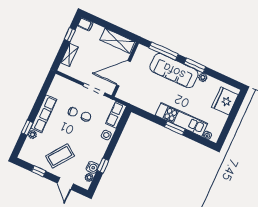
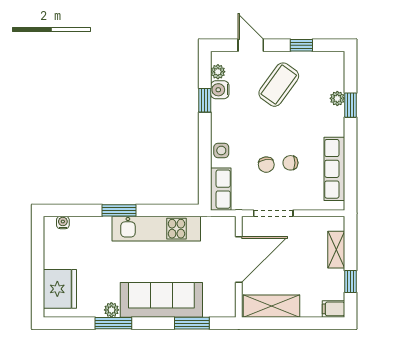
window: (164, 51) -> (192, 323), width x0.69
window: (195, 65) -> (113, 323), moved
row of seats: (44, 114) -> (334, 169), moved
kitchen unit: (181, 119) -> (156, 229), moved

